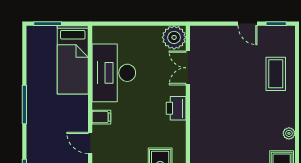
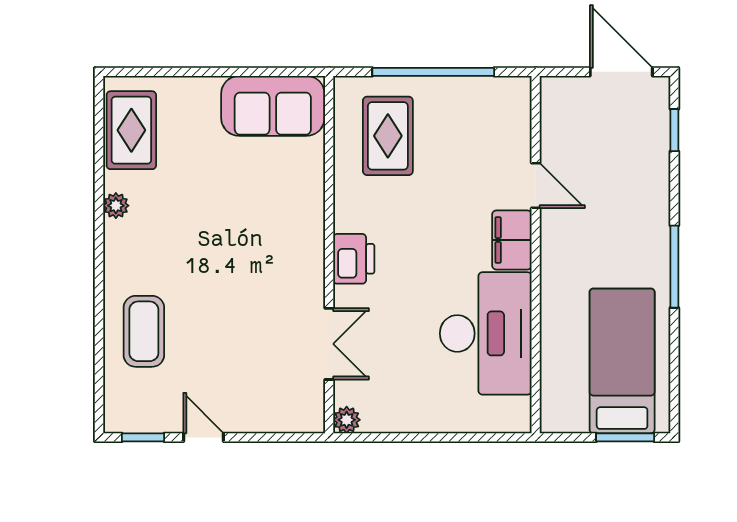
plant: (174, 37) -> (347, 420), width x0.53, depth x0.53
bed: (73, 60) -> (622, 361), moved
filing cabinet: (101, 117) -> (512, 240), width x2.00

